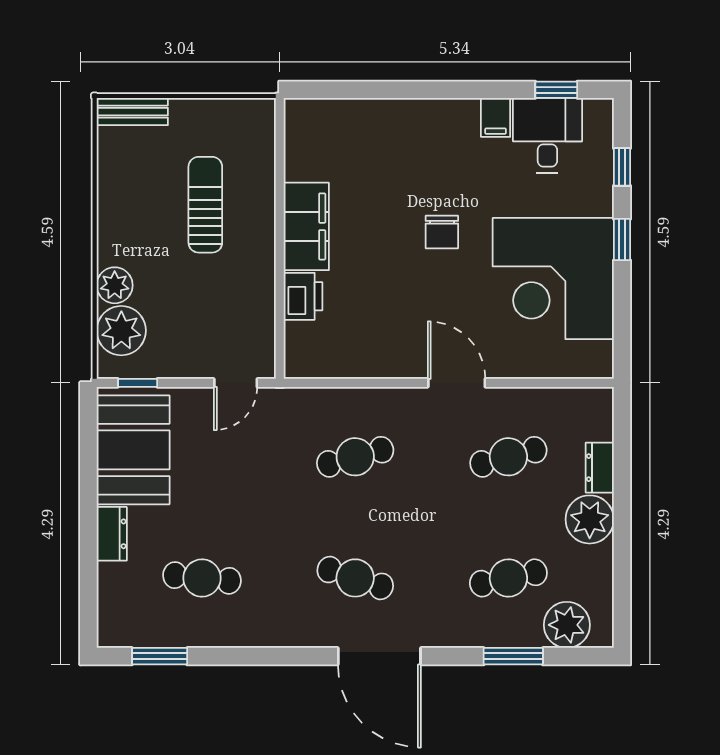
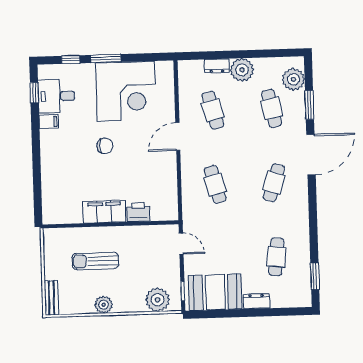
window: (622, 240) -> (106, 58), width x1.50
plant: (115, 285) -> (104, 305), moved
door: (379, 656) -> (311, 155), moved

